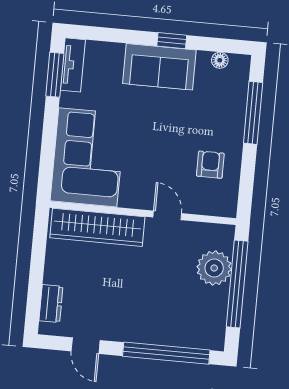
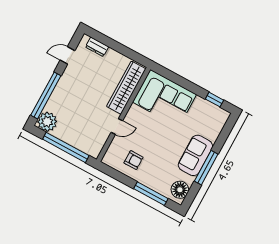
window: (172, 41) -> (206, 168), width x2.17
floor lamp: (220, 60) -> (180, 190), width x1.89, depth x1.89
tv unit: (73, 65) -> (216, 111), removed
window: (55, 75) -> (214, 100), width x0.67
plant: (214, 268) -> (47, 122), moved

